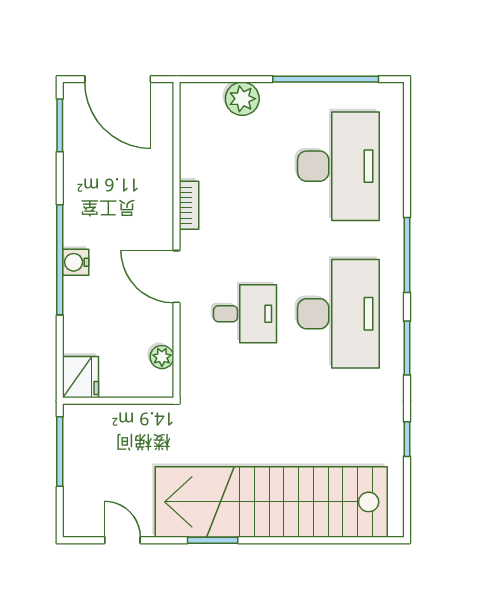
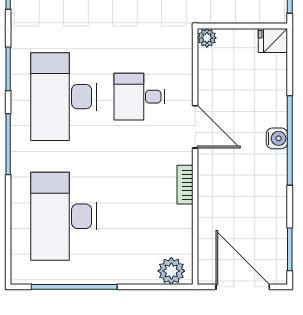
plant: (242, 99) -> (171, 271), moved
plant: (162, 357) -> (207, 38), moved
fridge: (81, 377) -> (273, 41), width x0.72

